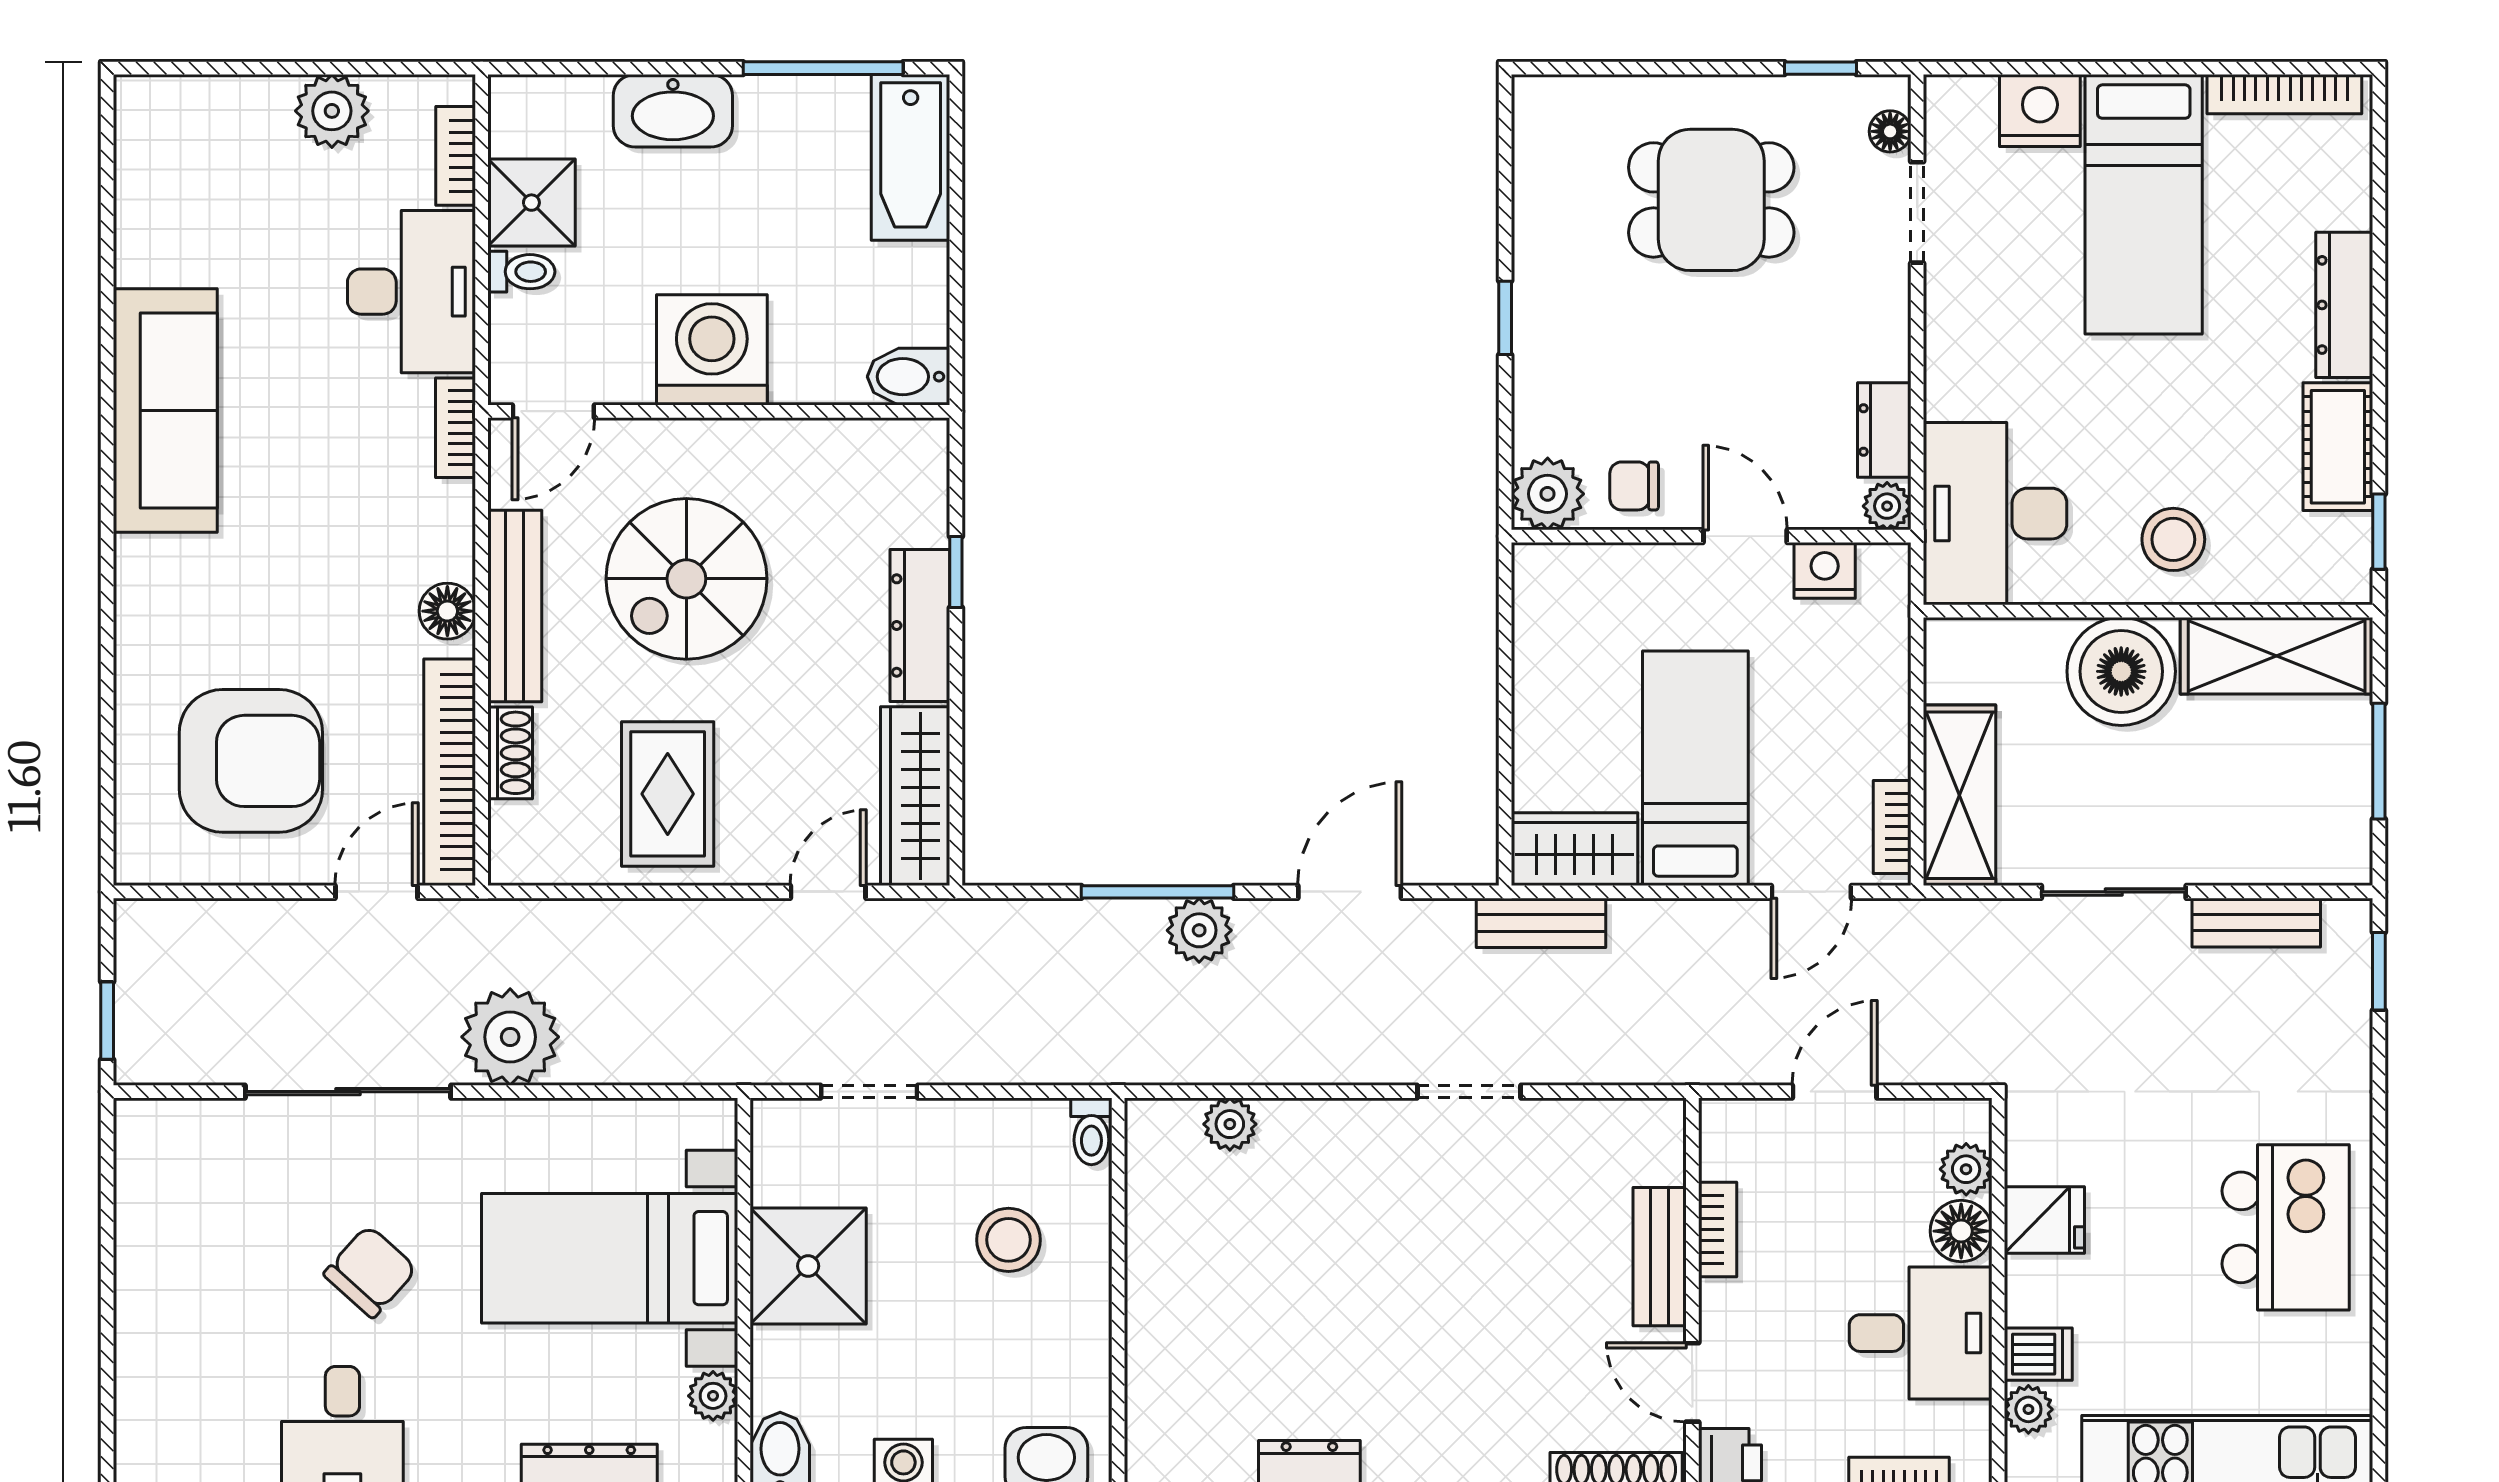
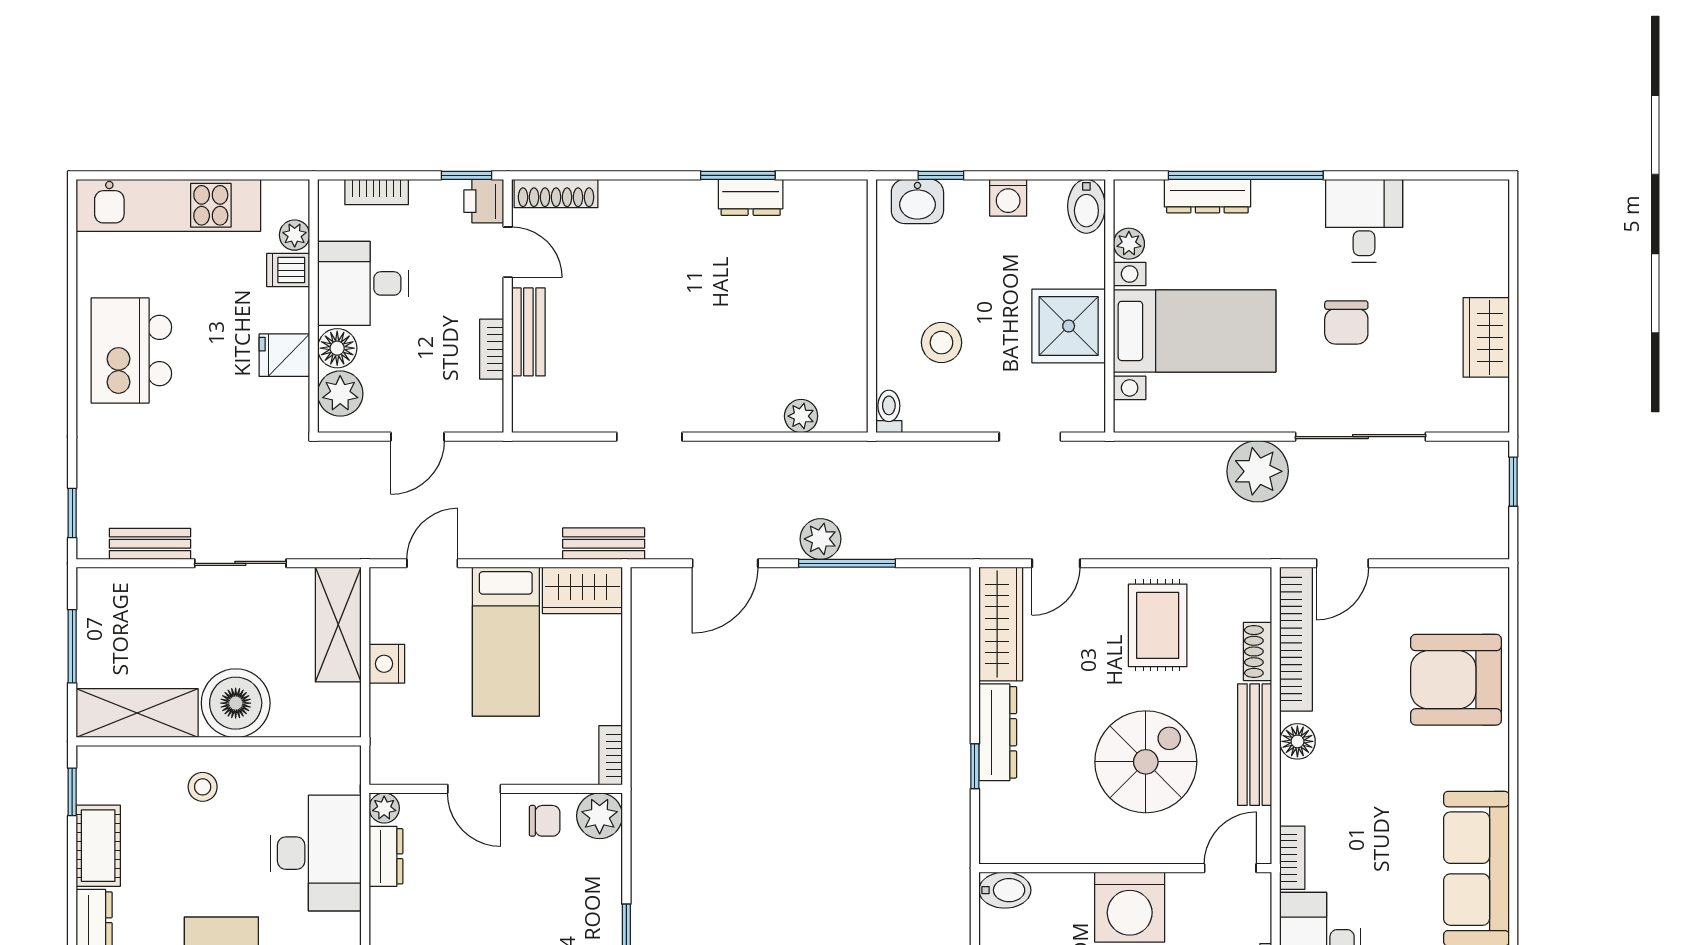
desk: (1995, 514) -> (316, 853), moved
stool: (2173, 539) -> (203, 787), width x0.73, depth x0.73
nightstand: (1825, 570) -> (387, 664), moved, turned 90
armchair: (251, 761) -> (1456, 680), moved
bookcase: (1892, 827) -> (611, 755), moved, turned 180
plant: (1966, 1169) -> (340, 394), width x1.38, depth x1.38
wardrobe: (150, 1248) -> (1486, 337), added
chair: (370, 1272) -> (1346, 322), turned -42

